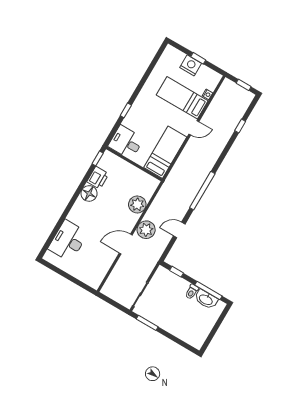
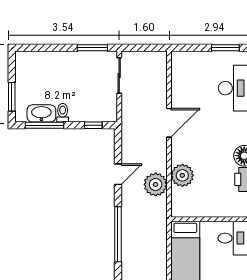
plant: (146, 230) -> (156, 184), moved
window: (60, 272) -> (225, 48), added
window: (219, 322) -> (12, 97), added

